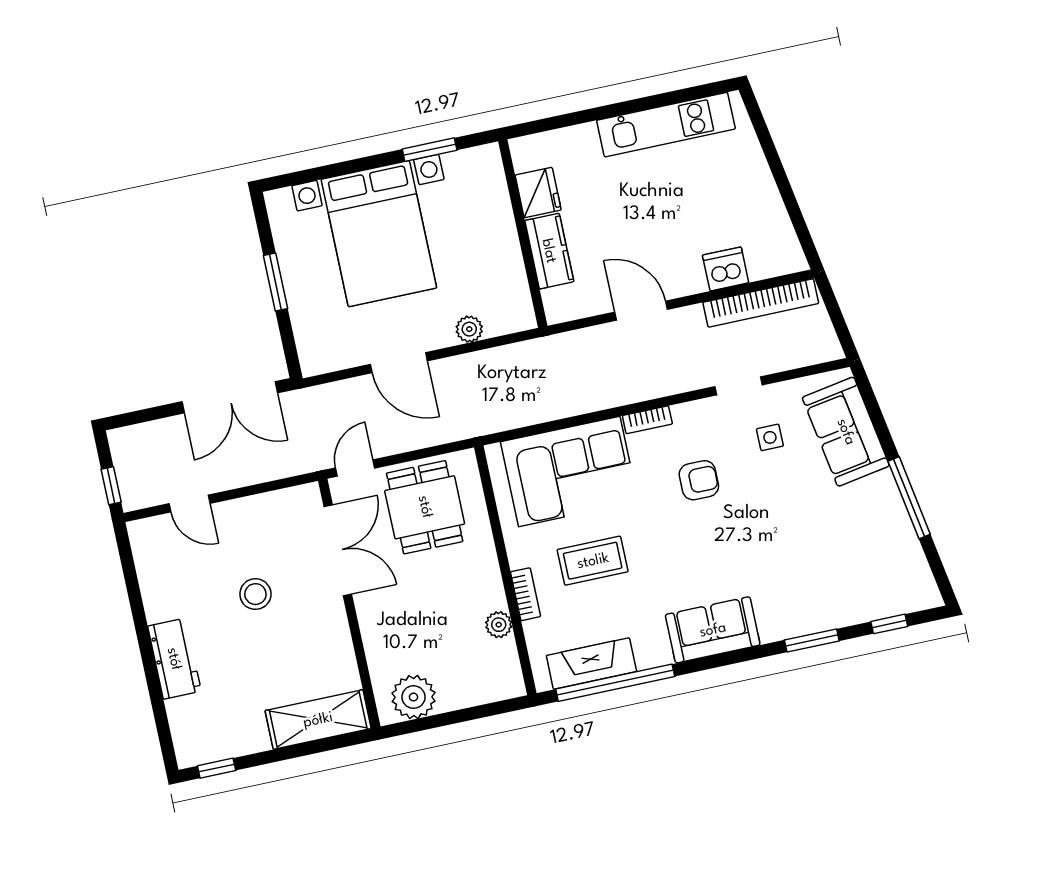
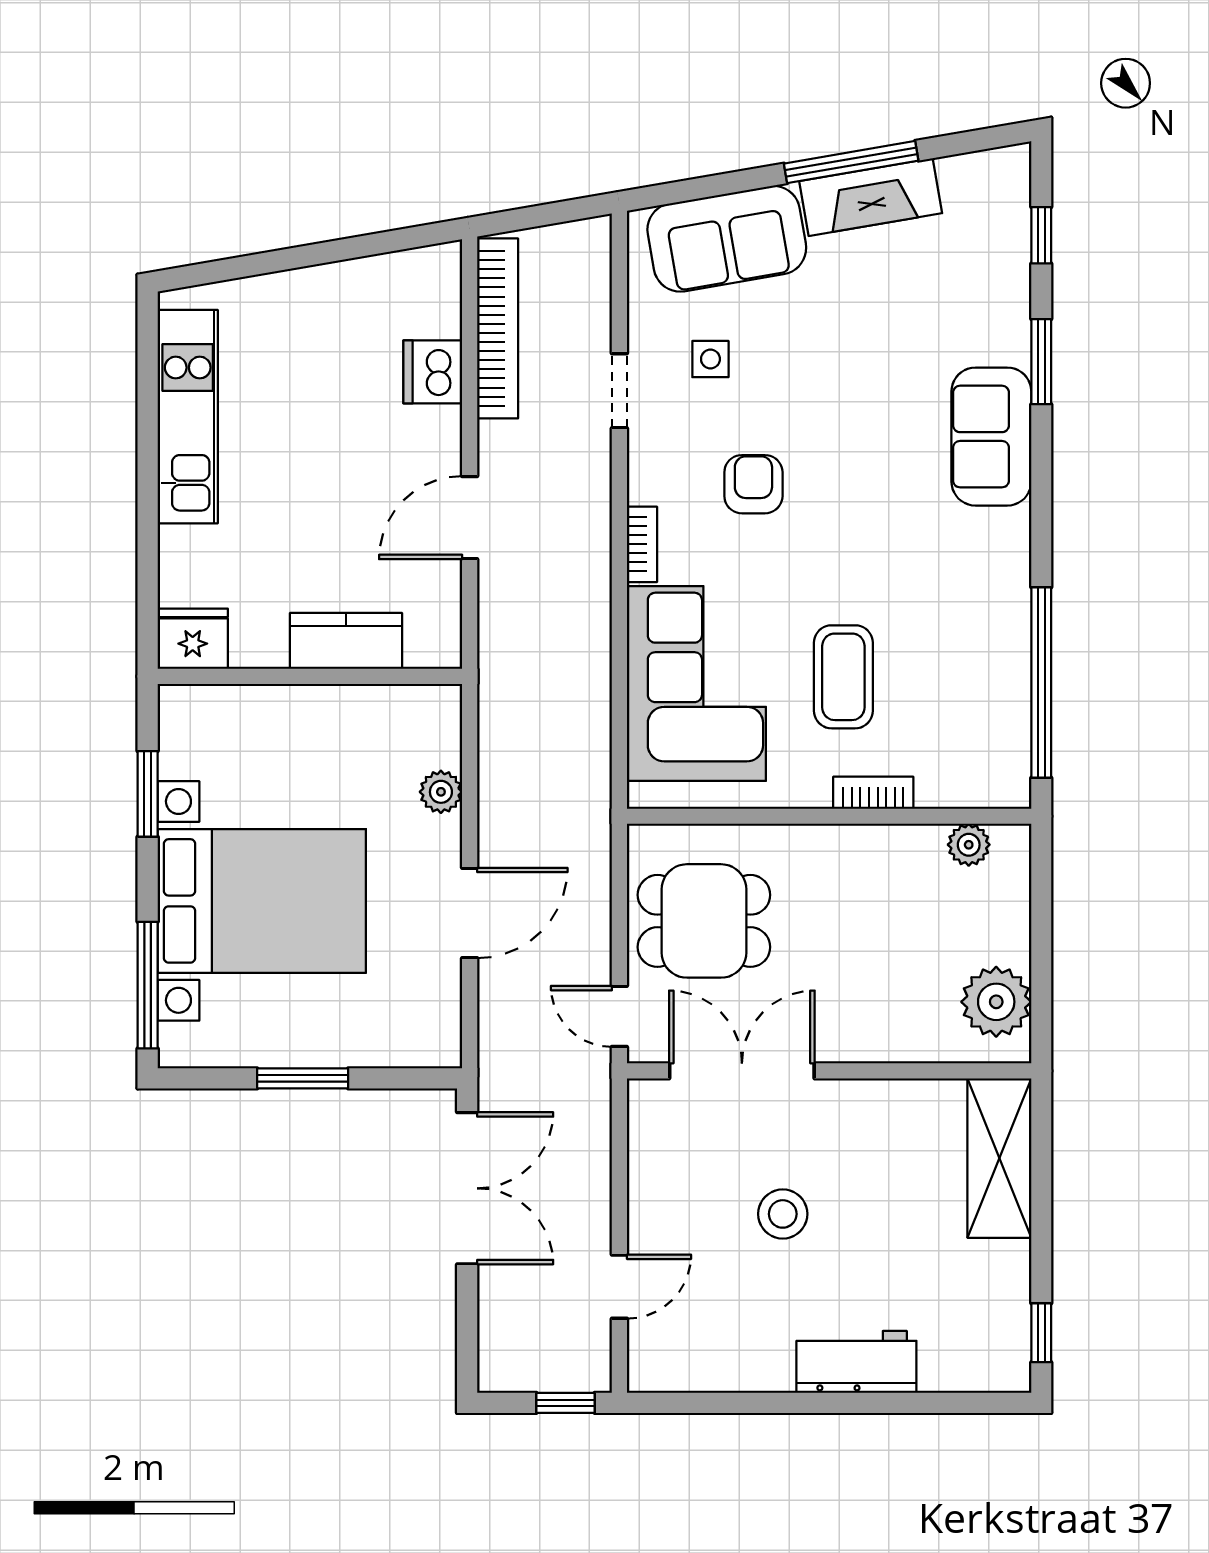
window: (312, 175) -> (148, 985), added
fridge: (538, 193) -> (193, 639), moved
plant: (499, 625) -> (969, 845), moved
sofa: (713, 630) -> (991, 437), moved
fireplace: (591, 663) -> (871, 197), moved, turned -100

